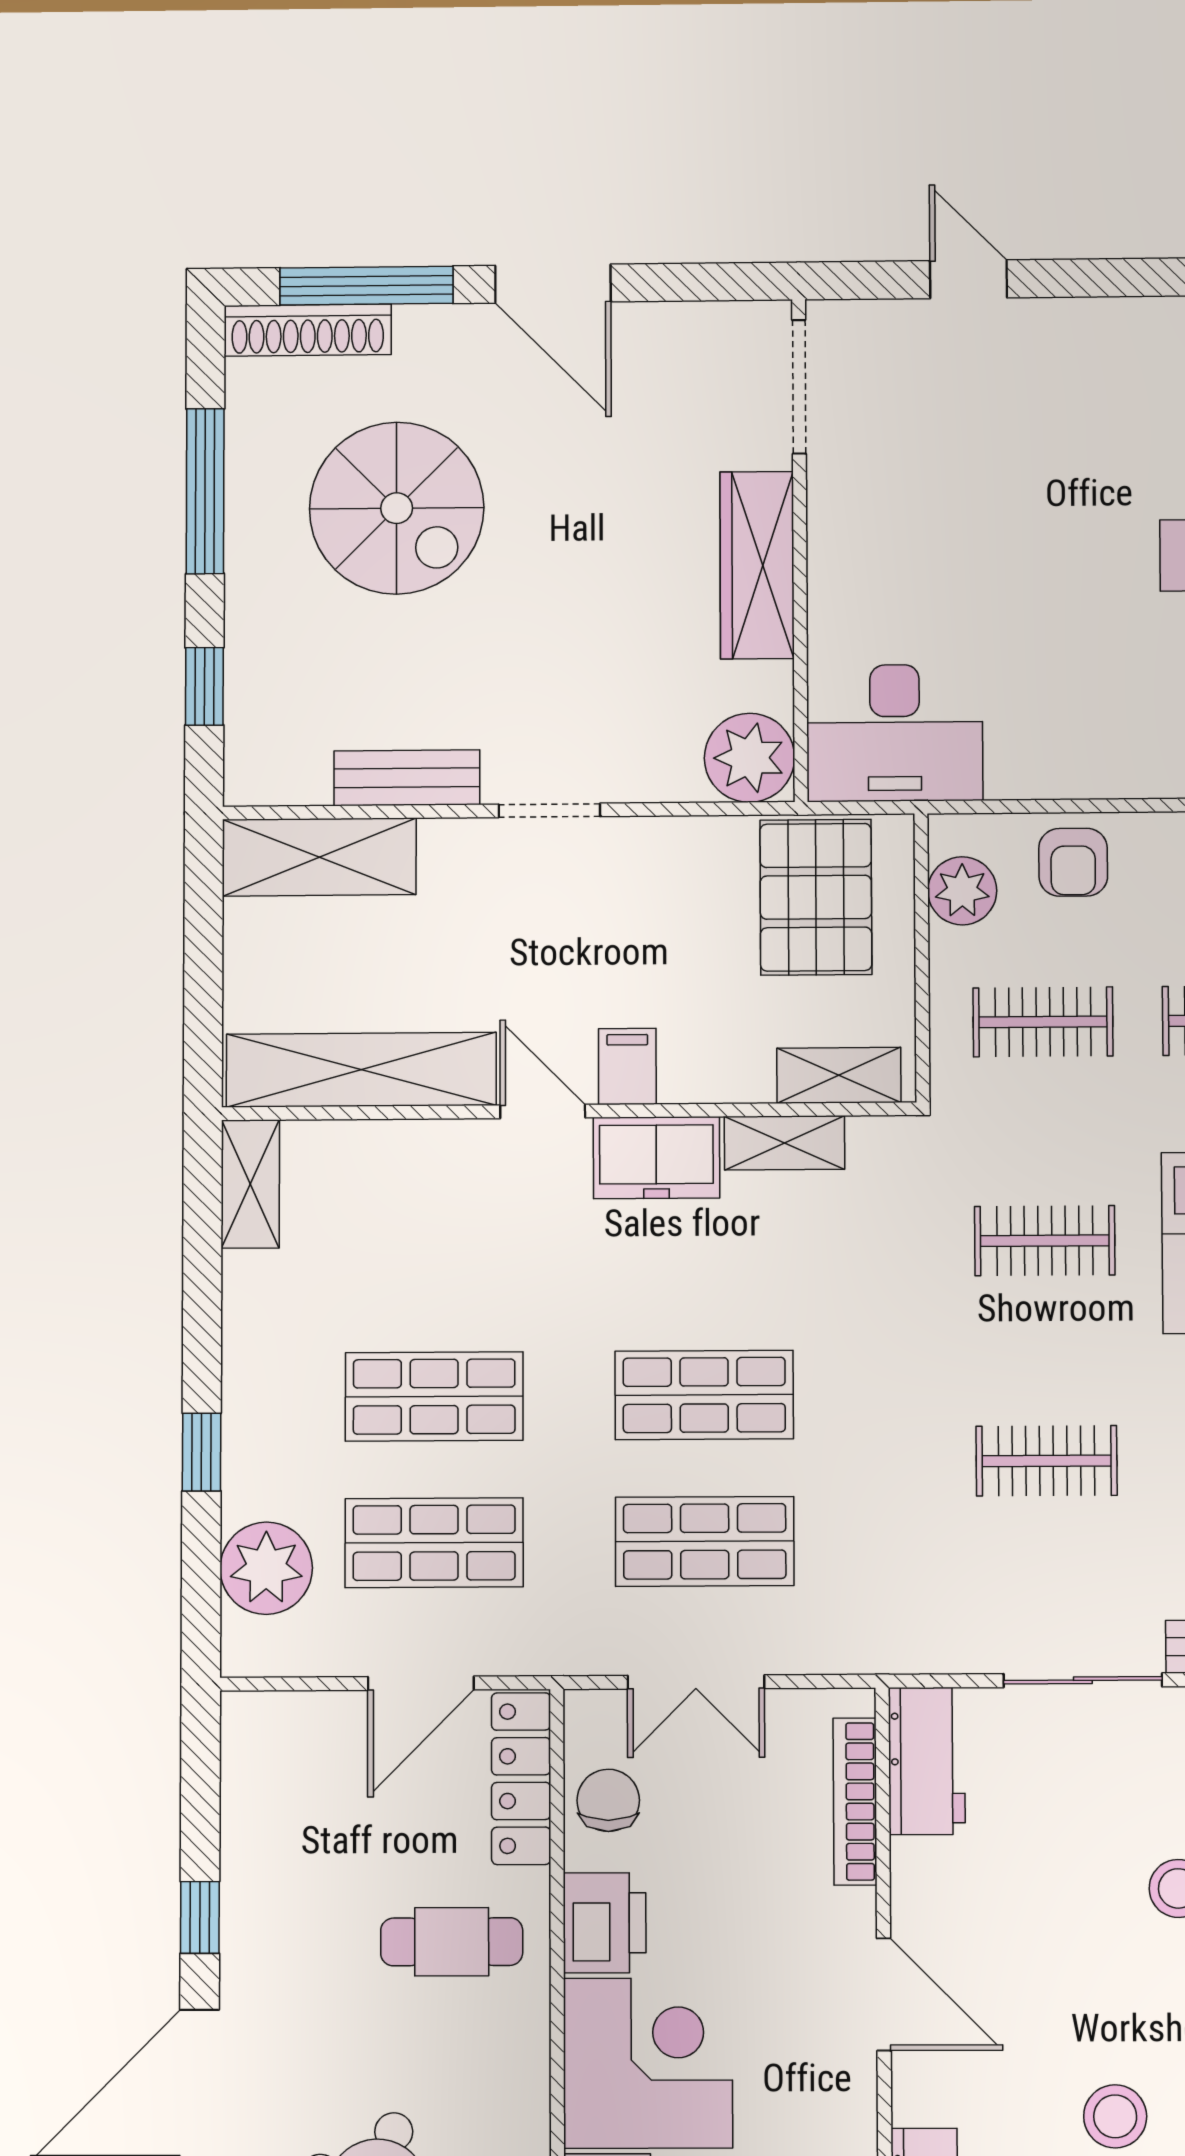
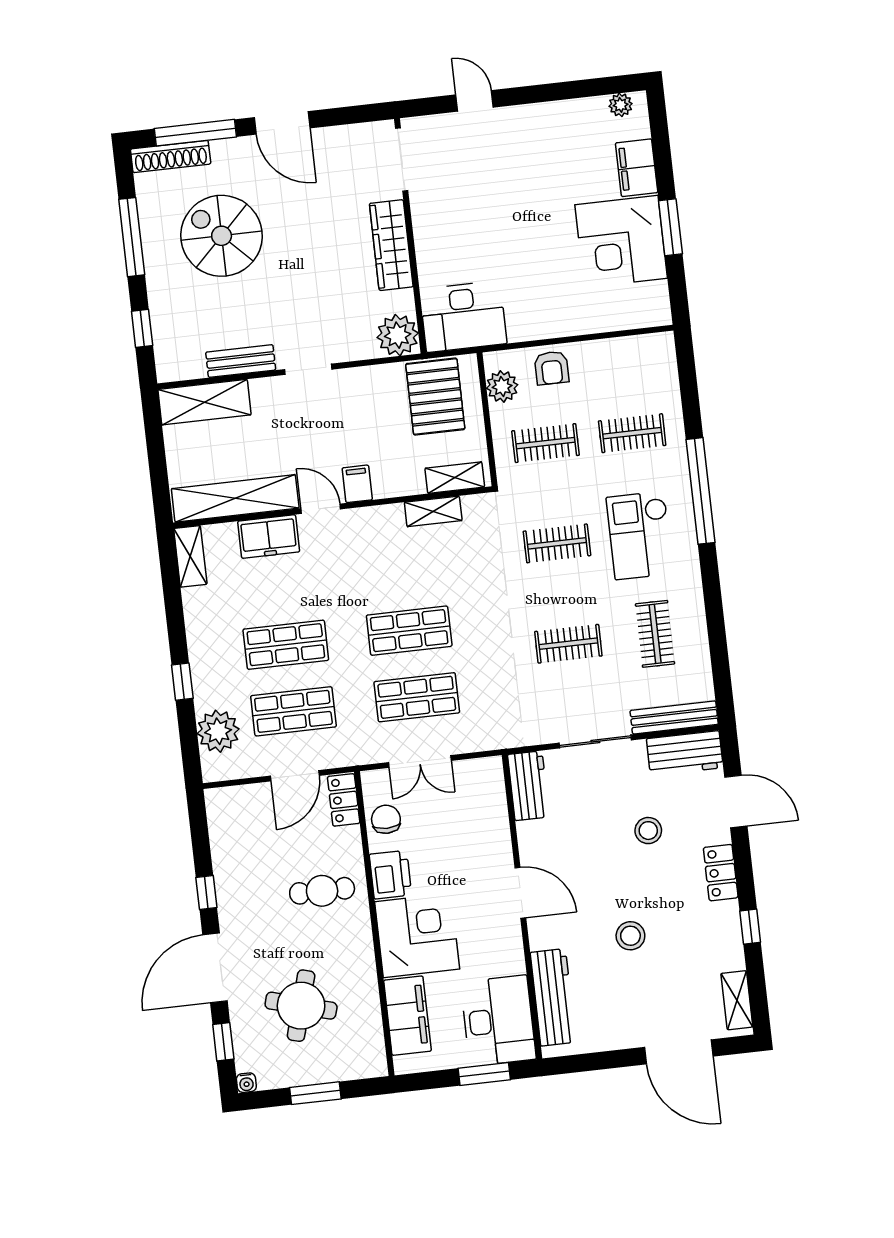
spiral stairs: (397, 508) -> (222, 236), turned 180
freezer: (656, 1158) -> (269, 537), moved
locker: (521, 1779) -> (344, 800), width x0.66
bookcase: (855, 1801) -> (498, 808), removed

